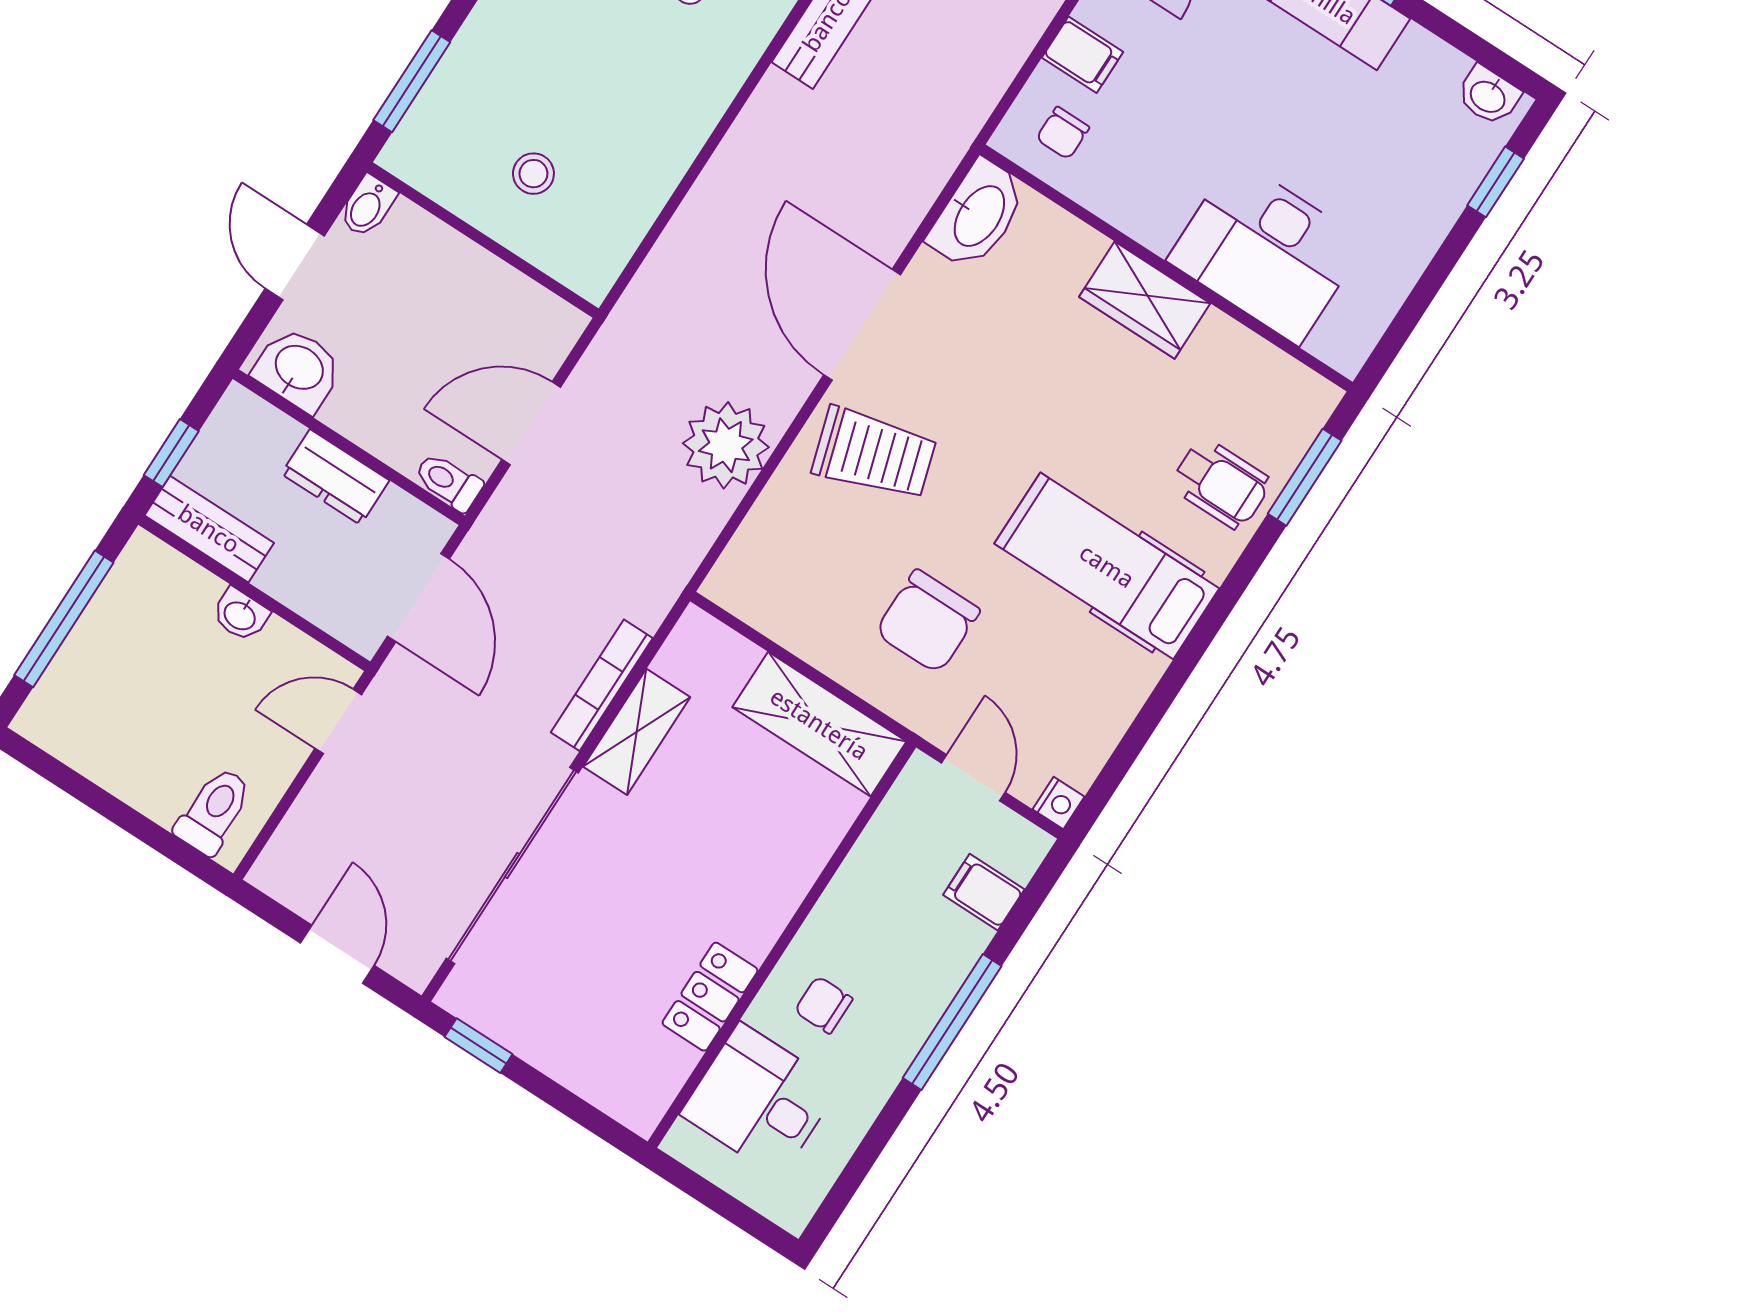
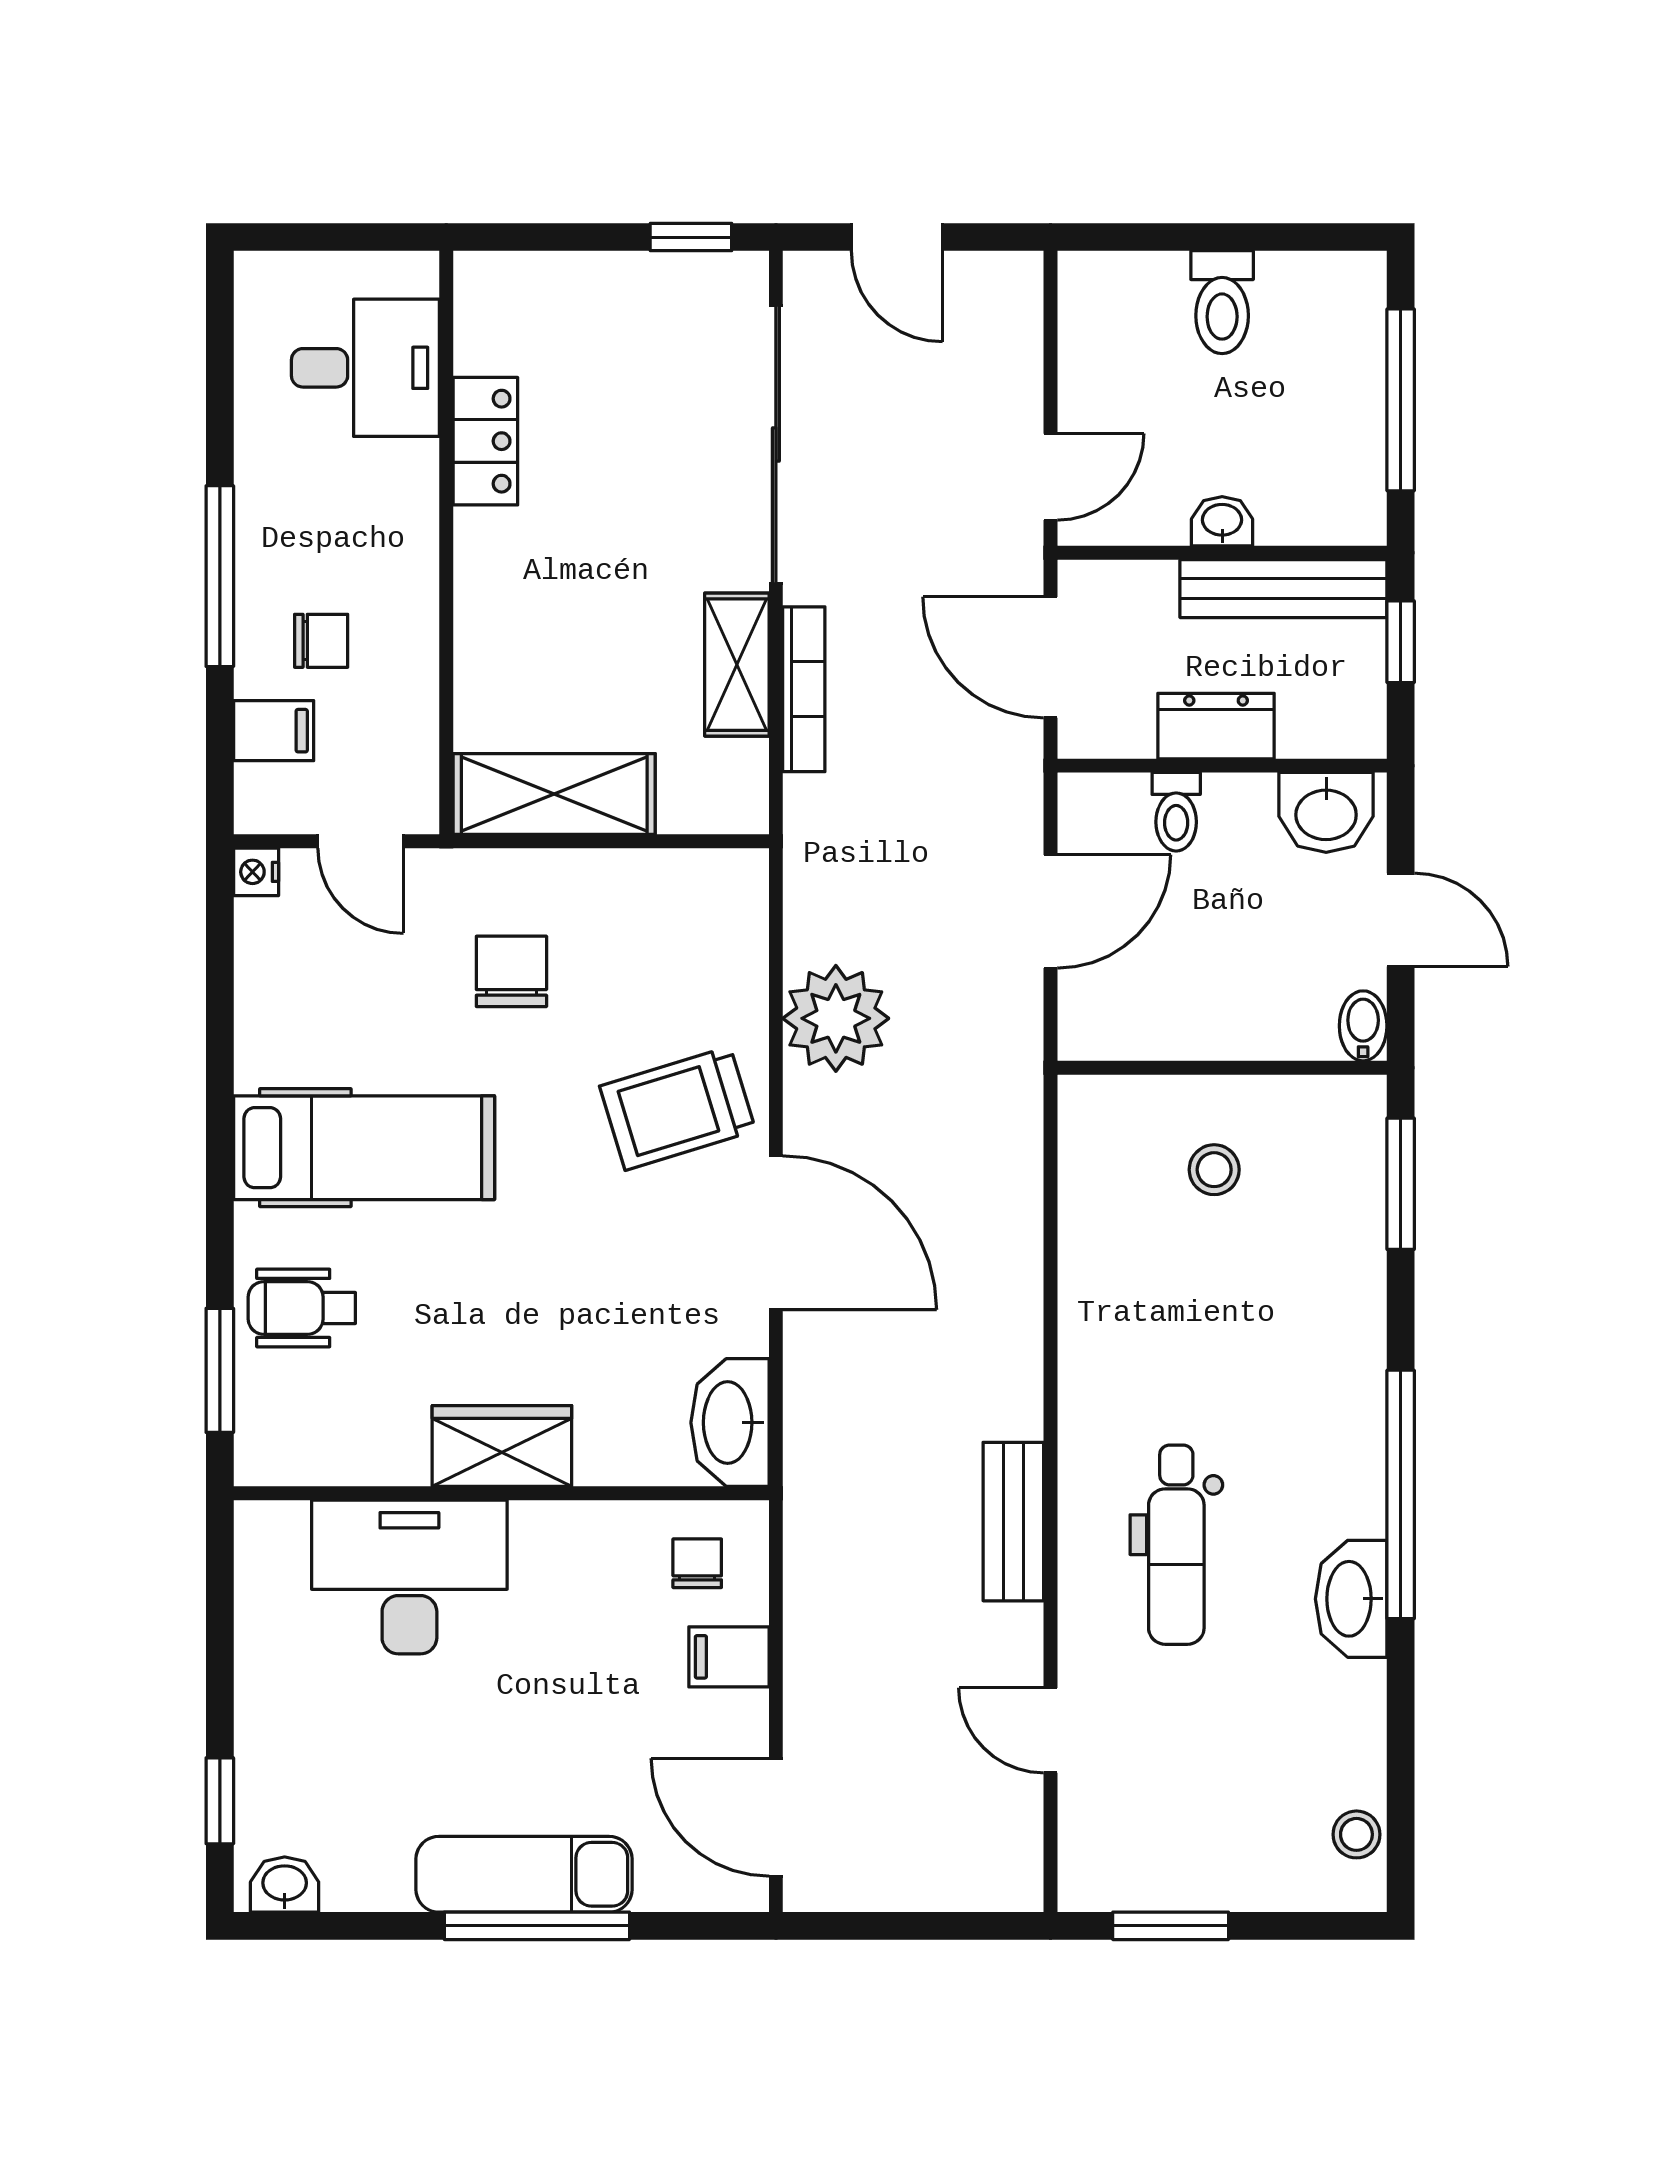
toilet: (449, 482) -> (1176, 812), moved, turned 90
bench: (209, 529) -> (1283, 589), width x1.36
chair: (927, 621) -> (511, 971), width x0.73, depth x0.73
toilet: (214, 811) -> (1222, 302), moved
chair: (824, 1005) -> (321, 641), moved

